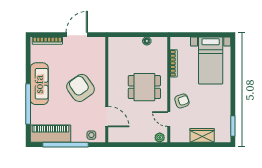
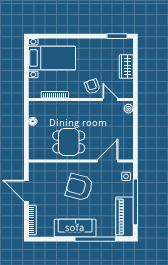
dining table: (144, 87) -> (69, 142), moved, turned 90
armchair: (81, 88) -> (79, 187), turned 50
door: (169, 119) -> (110, 100), swing flipped

